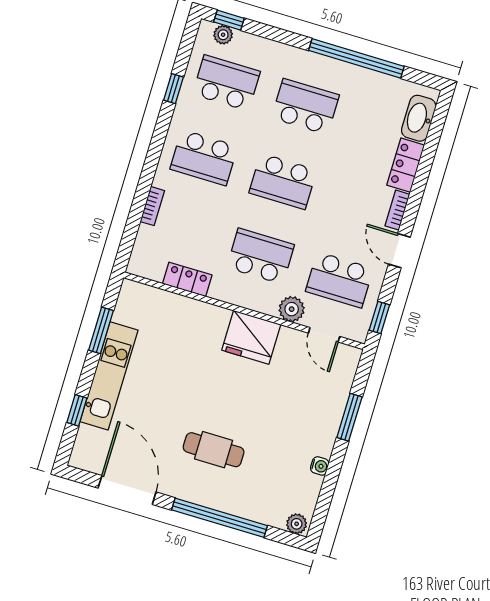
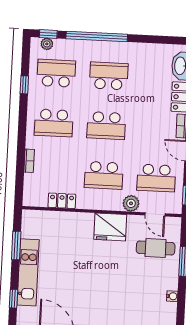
window: (356, 58) -> (97, 36), moved
school desk: (260, 256) -> (104, 175), turned 180
cafe table: (214, 450) -> (156, 248), moved

